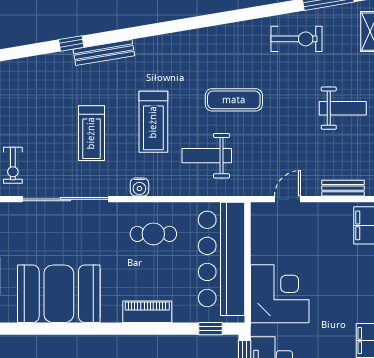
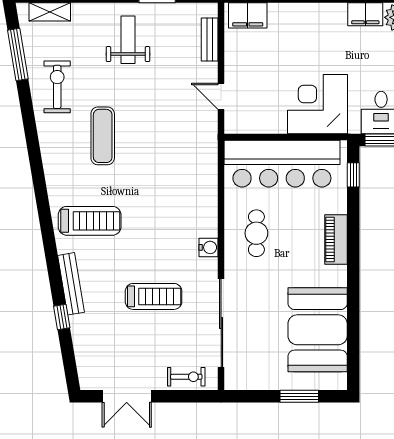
exercise mat: (234, 100) -> (103, 136), moved
treadmill: (153, 122) -> (90, 221), moved
weight bench: (207, 156) -> (176, 179), removed

